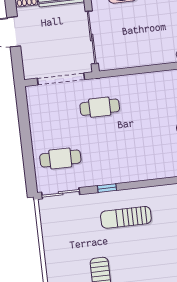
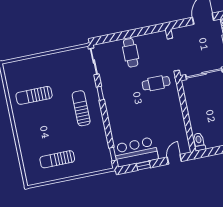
cafe table: (100, 107) -> (156, 83), turned 90
cafe table: (60, 158) -> (131, 53), moved

